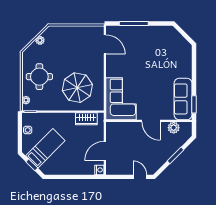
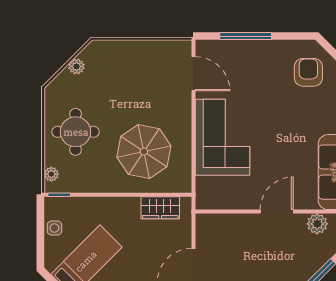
armchair: (169, 44) -> (308, 72), added
corner sofa: (121, 99) -> (223, 137), moved
door: (151, 121) -> (277, 212), swing flipped

